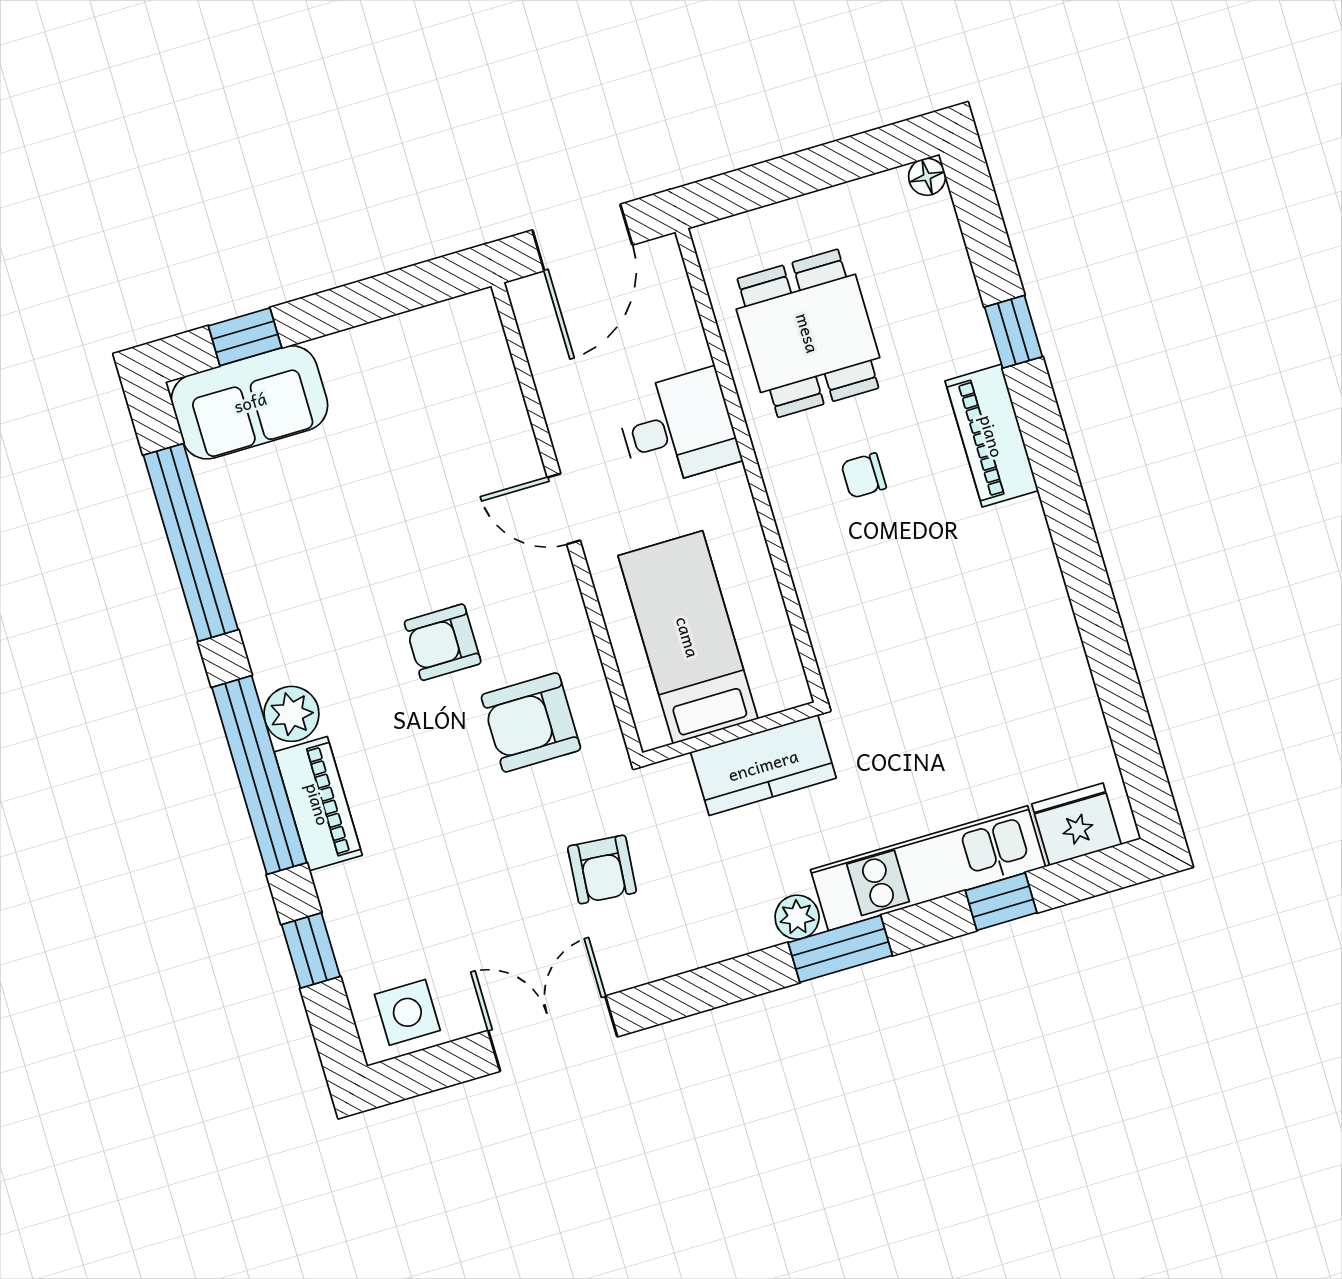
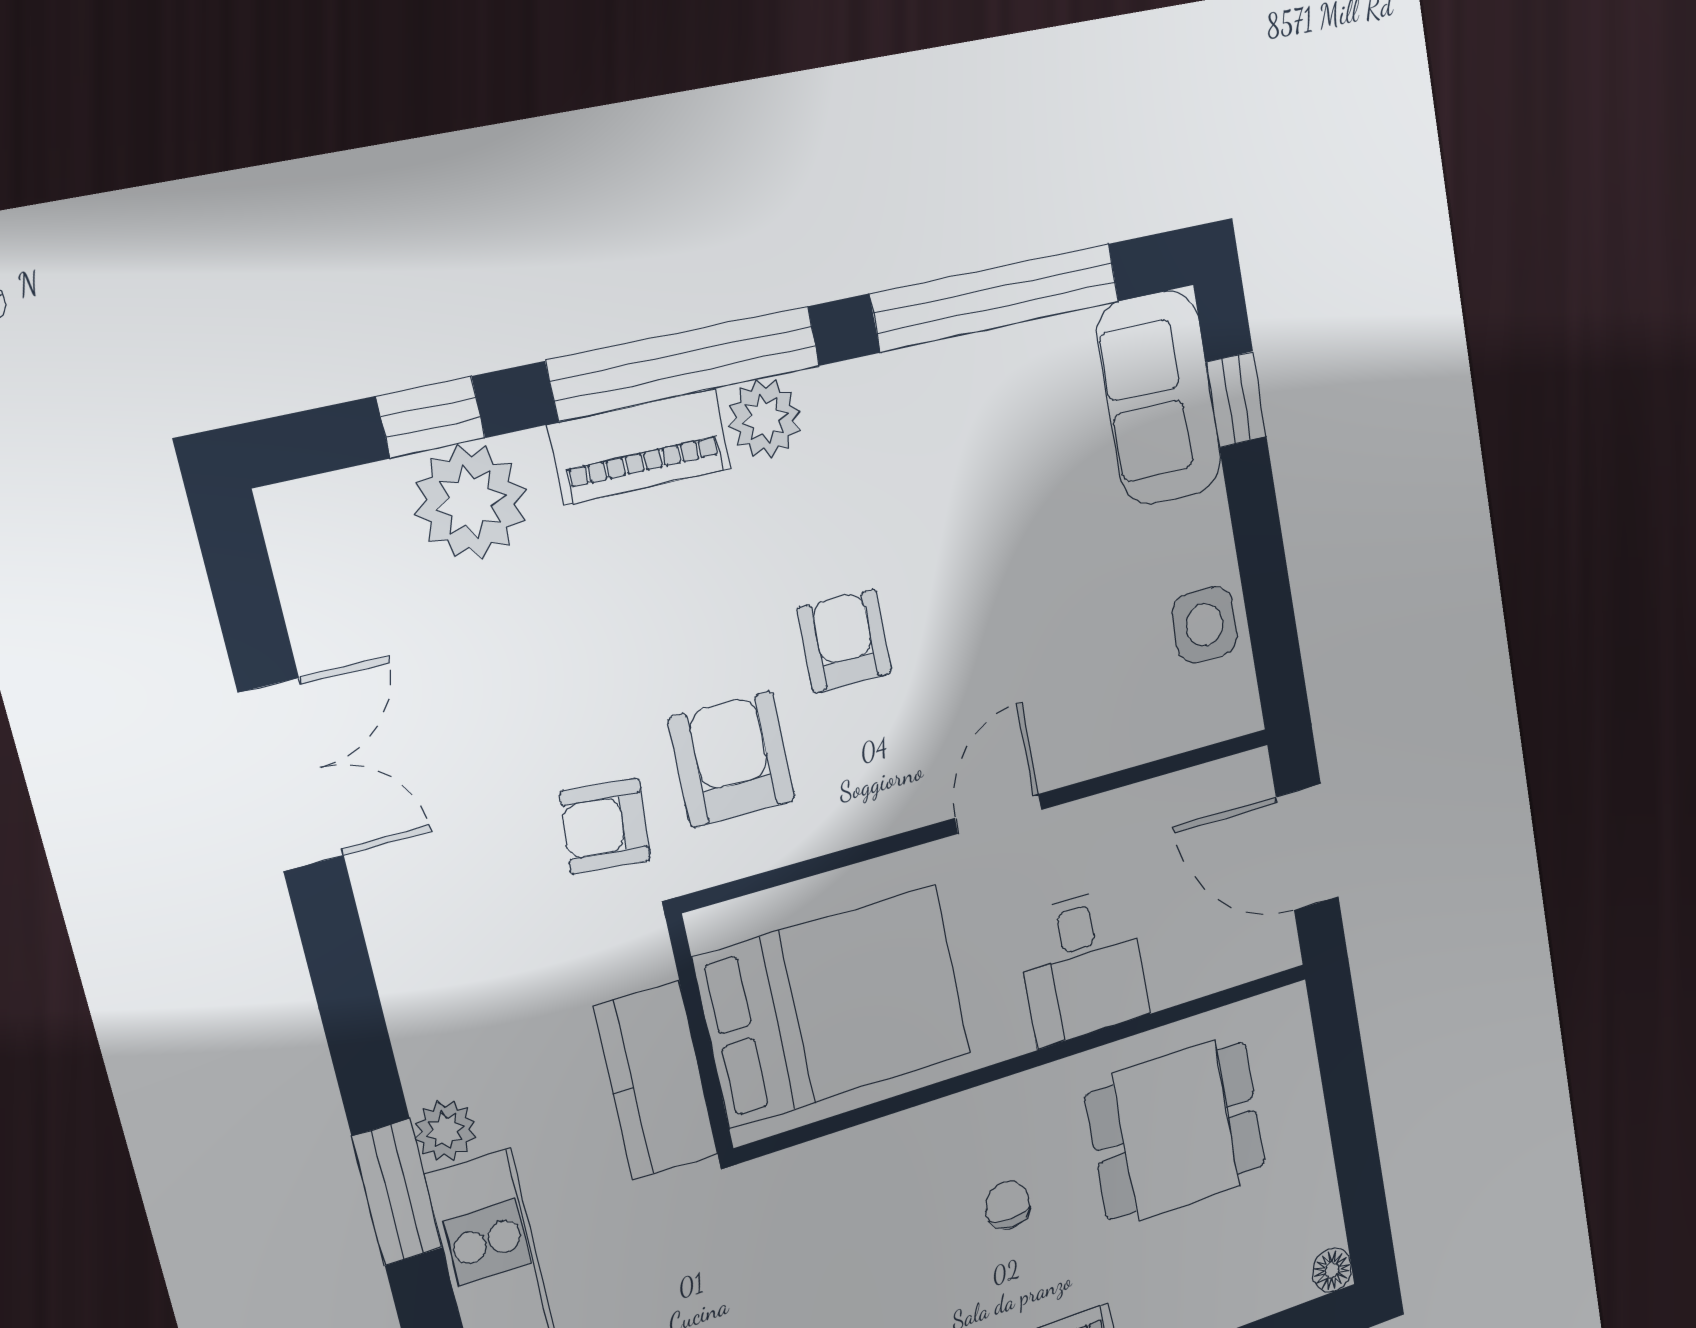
bed: (688, 637) -> (834, 1006), width x1.50
armchair: (602, 869) -> (605, 826), moved
plant: (365, 921) -> (470, 502), added
side table: (407, 1012) -> (1205, 625), moved

